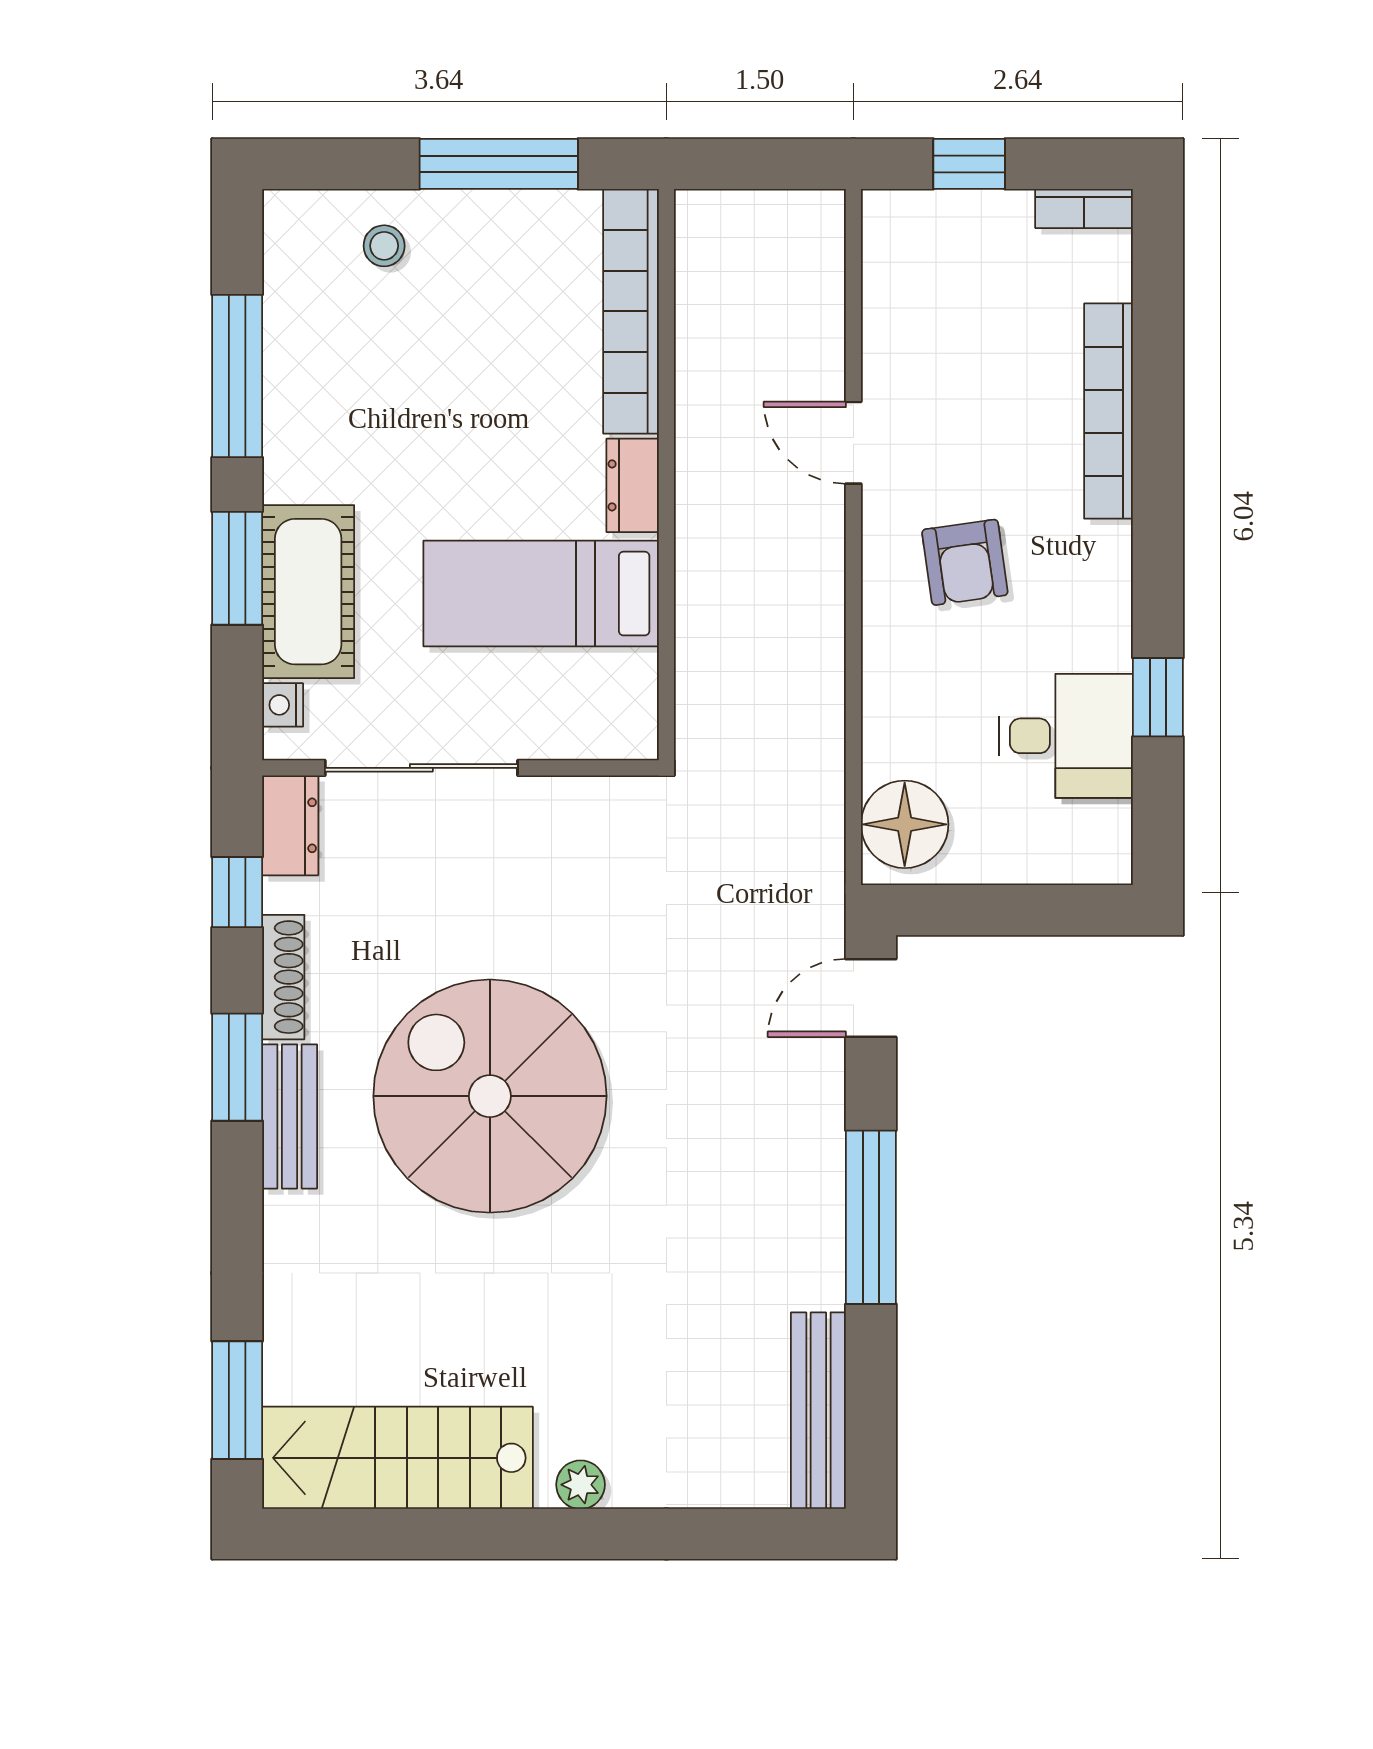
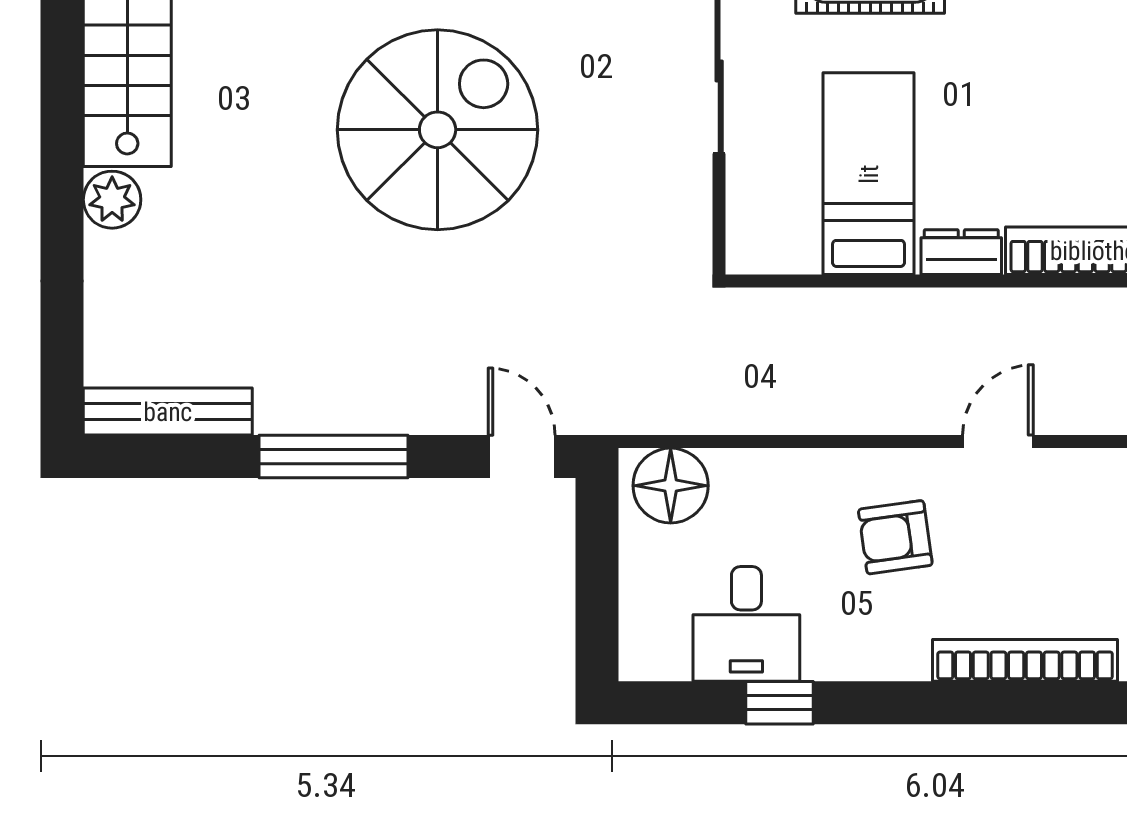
plant: (581, 1485) -> (112, 200), width x1.38, depth x1.38

